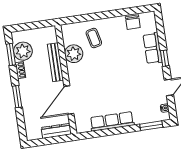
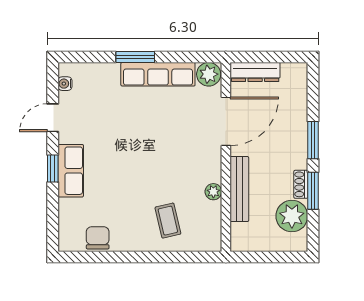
row of seats: (153, 48) -> (71, 171), moved
window: (11, 54) -> (313, 191), moved
plant: (74, 54) -> (213, 192), width x0.53, depth x0.53
plant: (83, 126) -> (209, 74), added
window: (151, 126) -> (135, 57), moved

